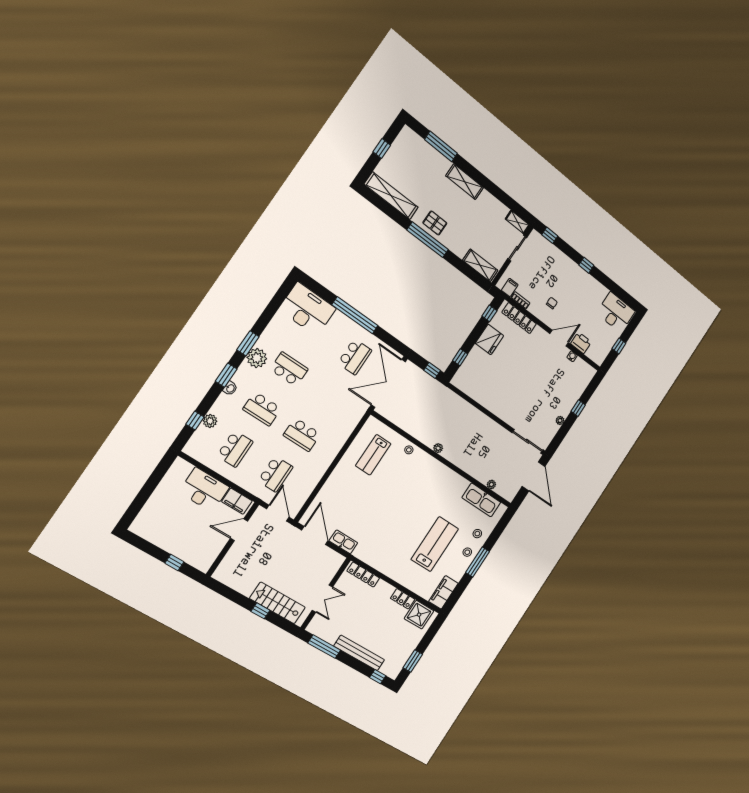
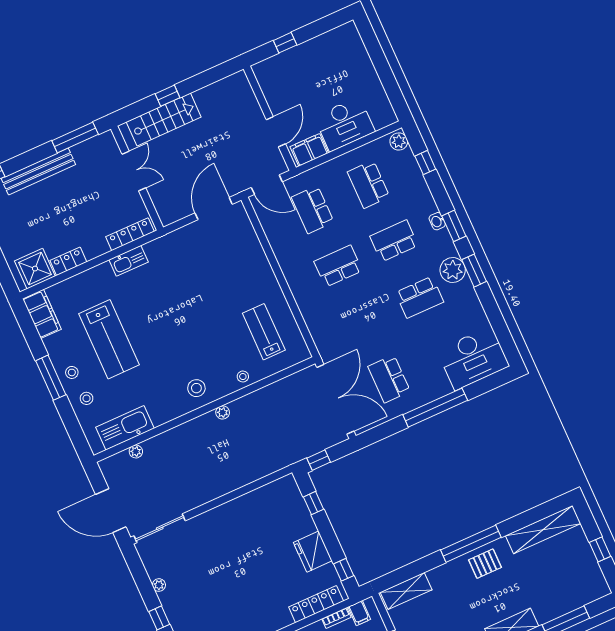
plant: (210, 421) -> (399, 141), moved
stool: (433, 473) -> (196, 388), added
door: (315, 536) -> (214, 209), swing flipped
kitchen sink: (343, 542) -> (129, 261), moved
double door: (322, 599) -> (134, 171), swing flipped

